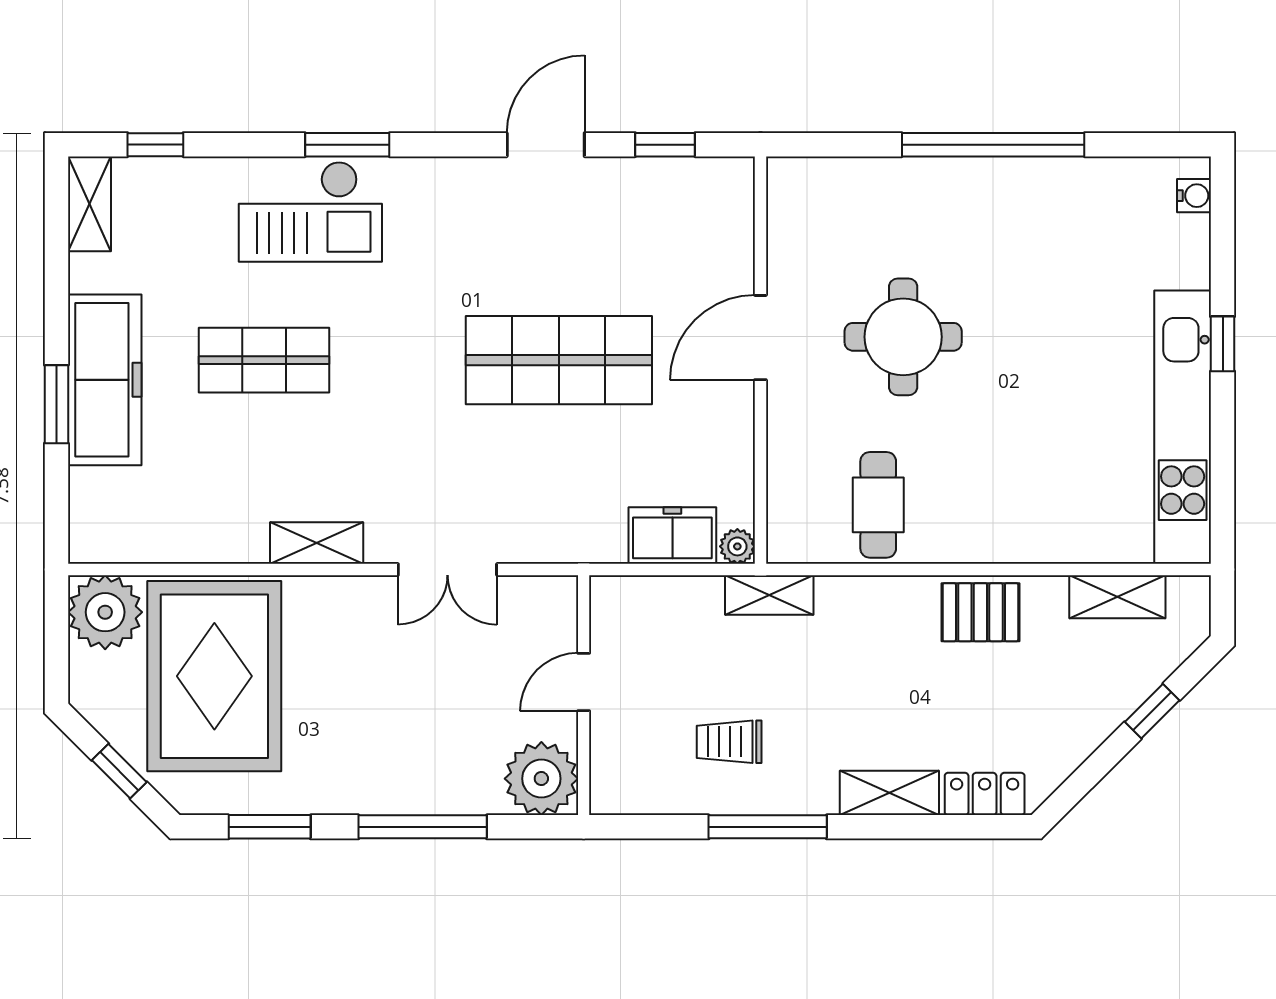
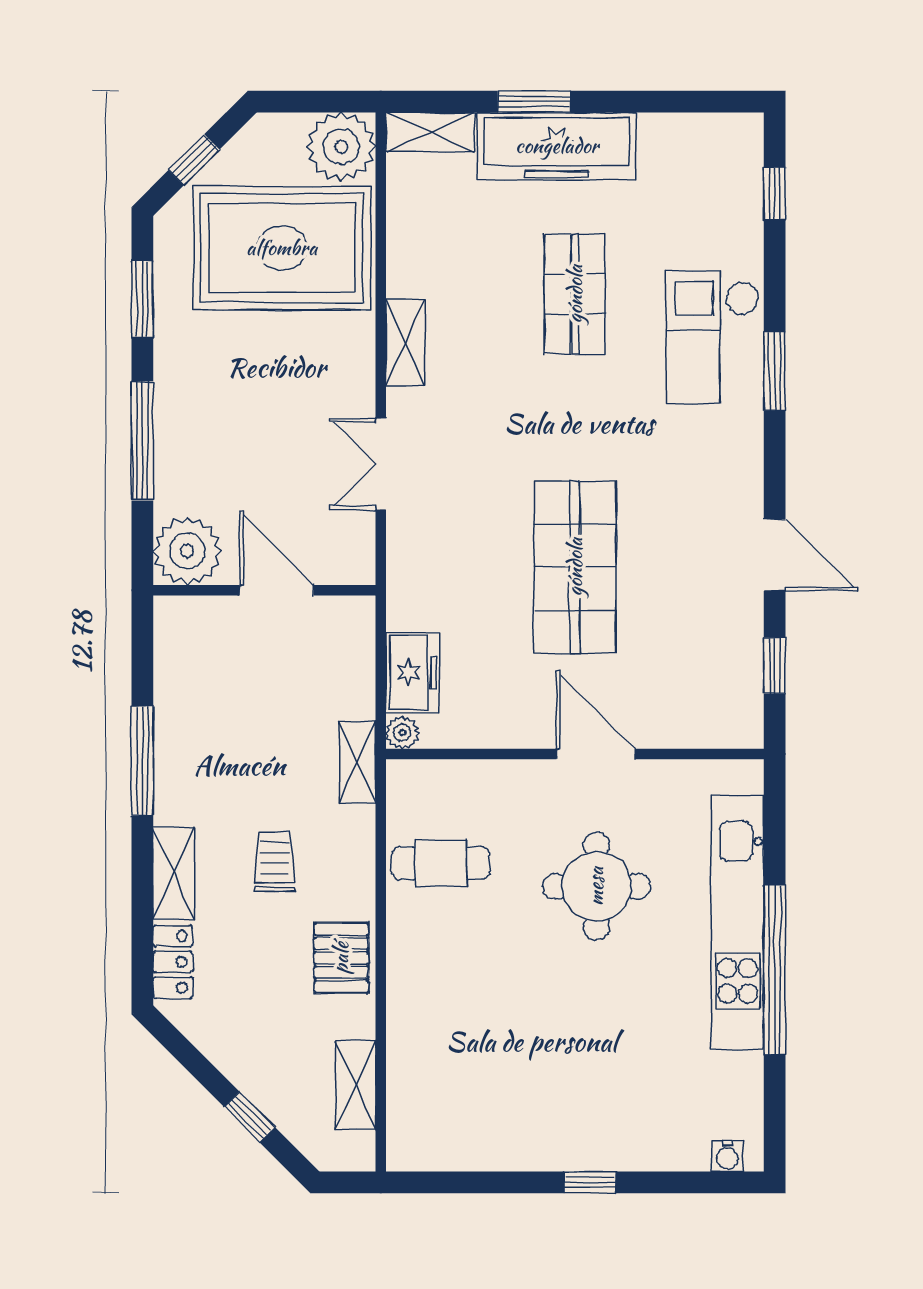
shelving: (89, 204) -> (430, 132), moved
kitchen unit: (1183, 427) -> (738, 923), moved, turned -90
door: (584, 682) -> (277, 590), width x1.38
trolley: (729, 742) -> (274, 862), moved

